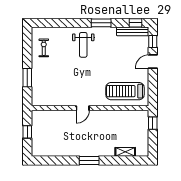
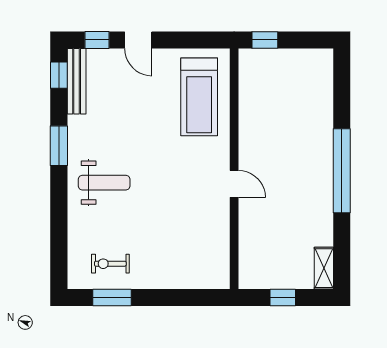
window: (27, 78) -> (112, 297), moved
shelving: (125, 152) -> (324, 268), moved
window: (89, 161) -> (342, 171), width x2.11

